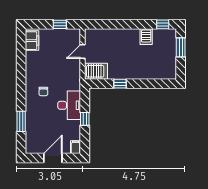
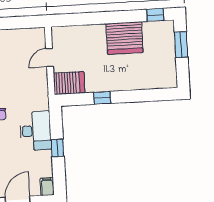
window: (60, 24) -> (17, 23), removed
server rack: (146, 37) -> (125, 38), width x2.18, depth x1.44

